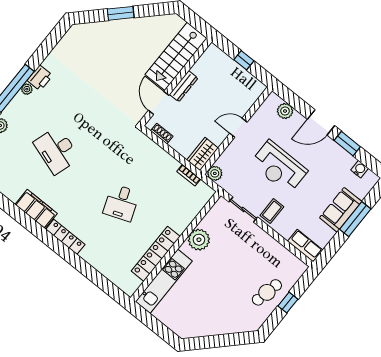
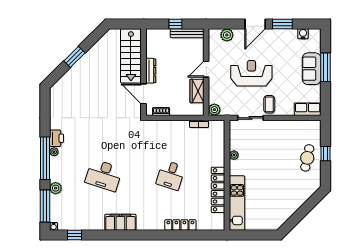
bench: (248, 78) -> (187, 33), added
wardrobe: (203, 154) -> (197, 91), moved
reception desk: (279, 167) -> (251, 73), turned 180
desk: (121, 203) -> (171, 175), turned 39
locker: (65, 237) -> (180, 225), moved
plant: (199, 240) -> (234, 155), width x0.53, depth x0.53

